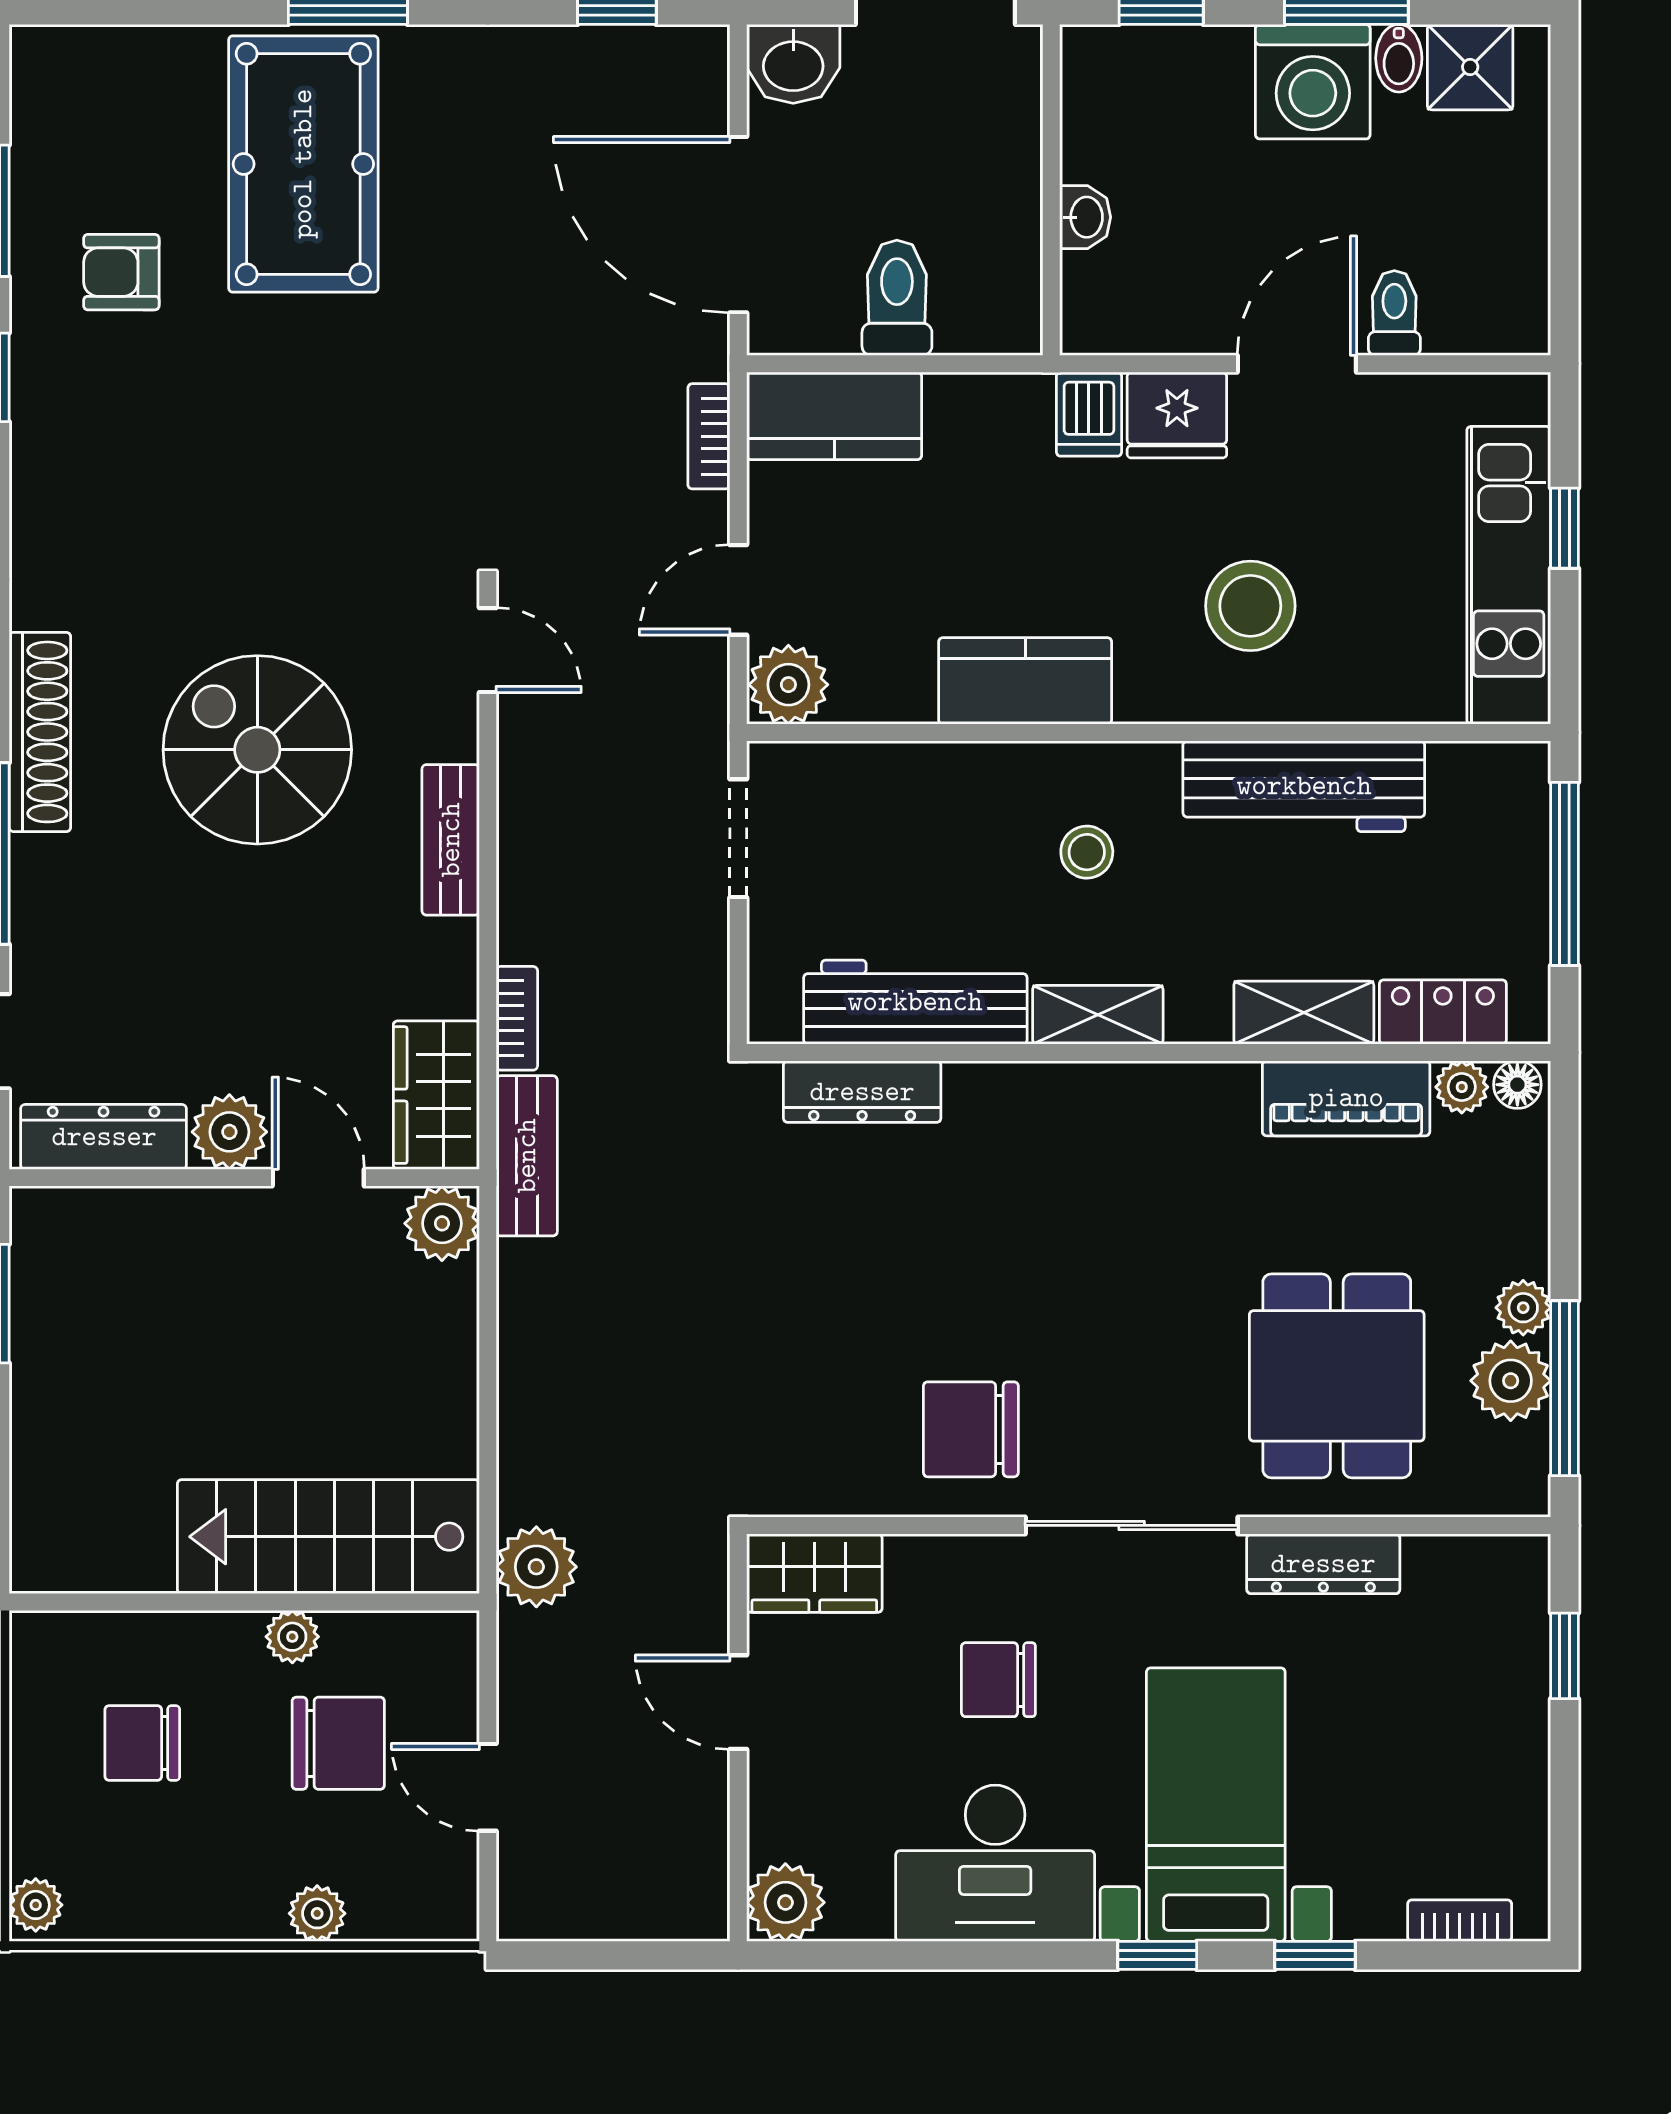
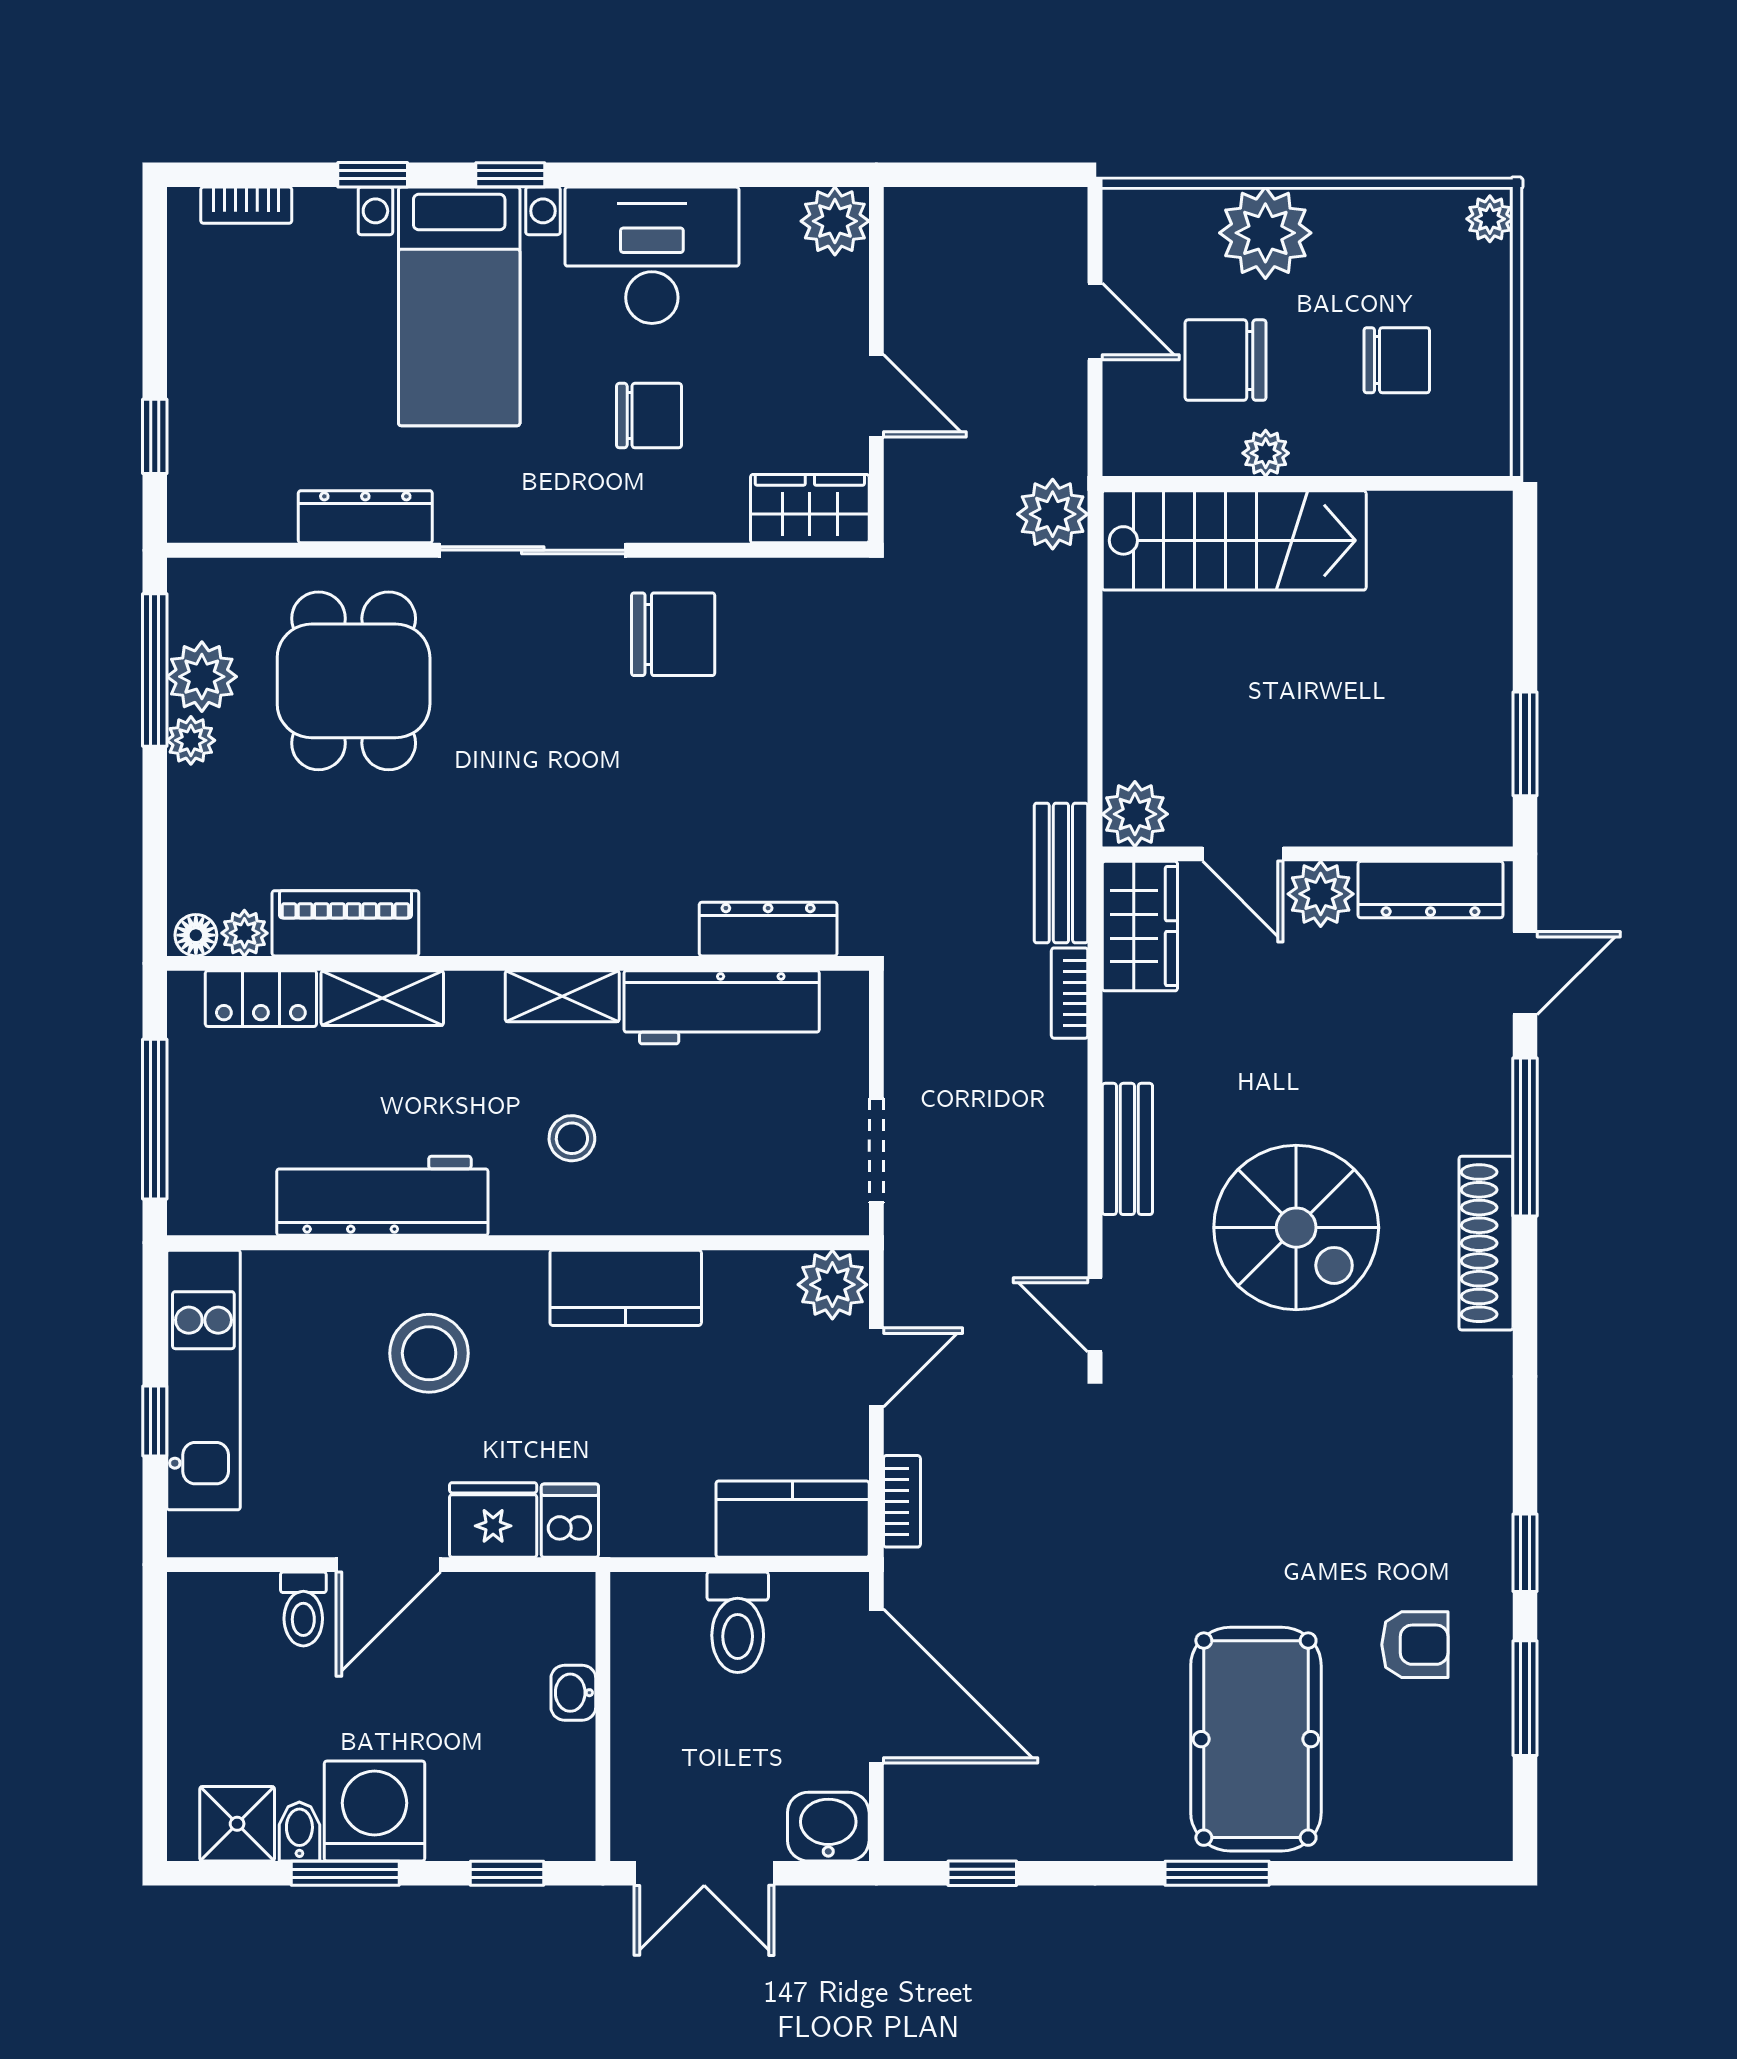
plant: (317, 1913) -> (1265, 233), width x1.88, depth x1.88

